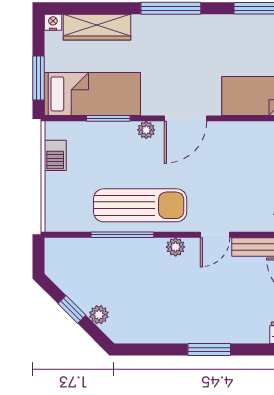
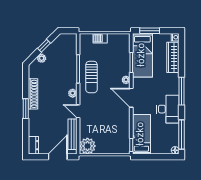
desk: (210, 38) -> (168, 109), added
barbecue: (55, 155) -> (100, 38), moved
sun lounger: (140, 205) -> (92, 77), width x0.73, depth x0.75
shoe rack: (177, 333) -> (33, 94), added

